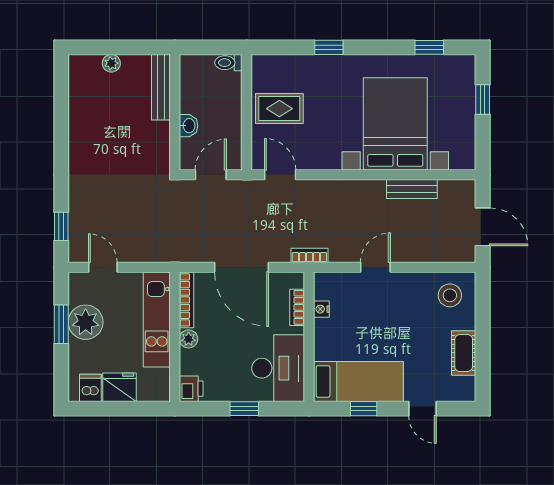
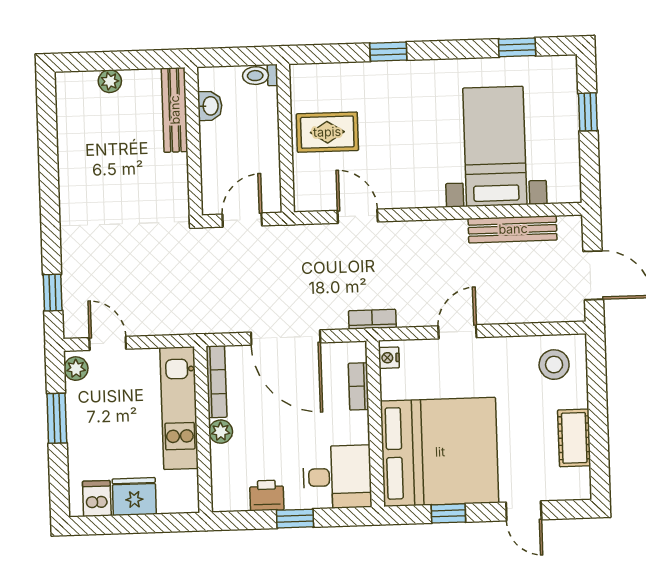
bed with nightstands: (395, 124) -> (495, 146), width x0.73
washbasin: (189, 126) -> (210, 106), moved
door: (280, 175) -> (358, 216), moved
bench: (412, 189) -> (513, 229), width x1.36
nightstand: (321, 309) -> (389, 358), moved
plant: (86, 322) -> (76, 369), moved, width x0.53, depth x0.53
desk: (278, 368) -> (337, 477), width x0.73
bed: (358, 381) -> (440, 452), width x2.04
printer: (191, 389) -> (267, 495), moved, turned -90

